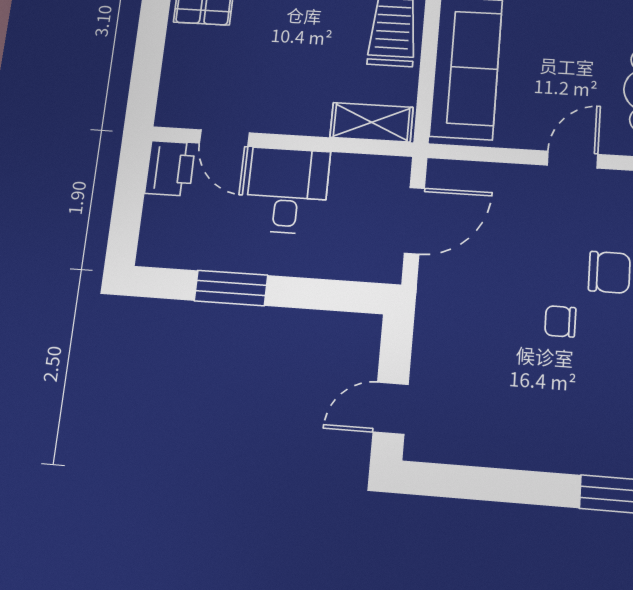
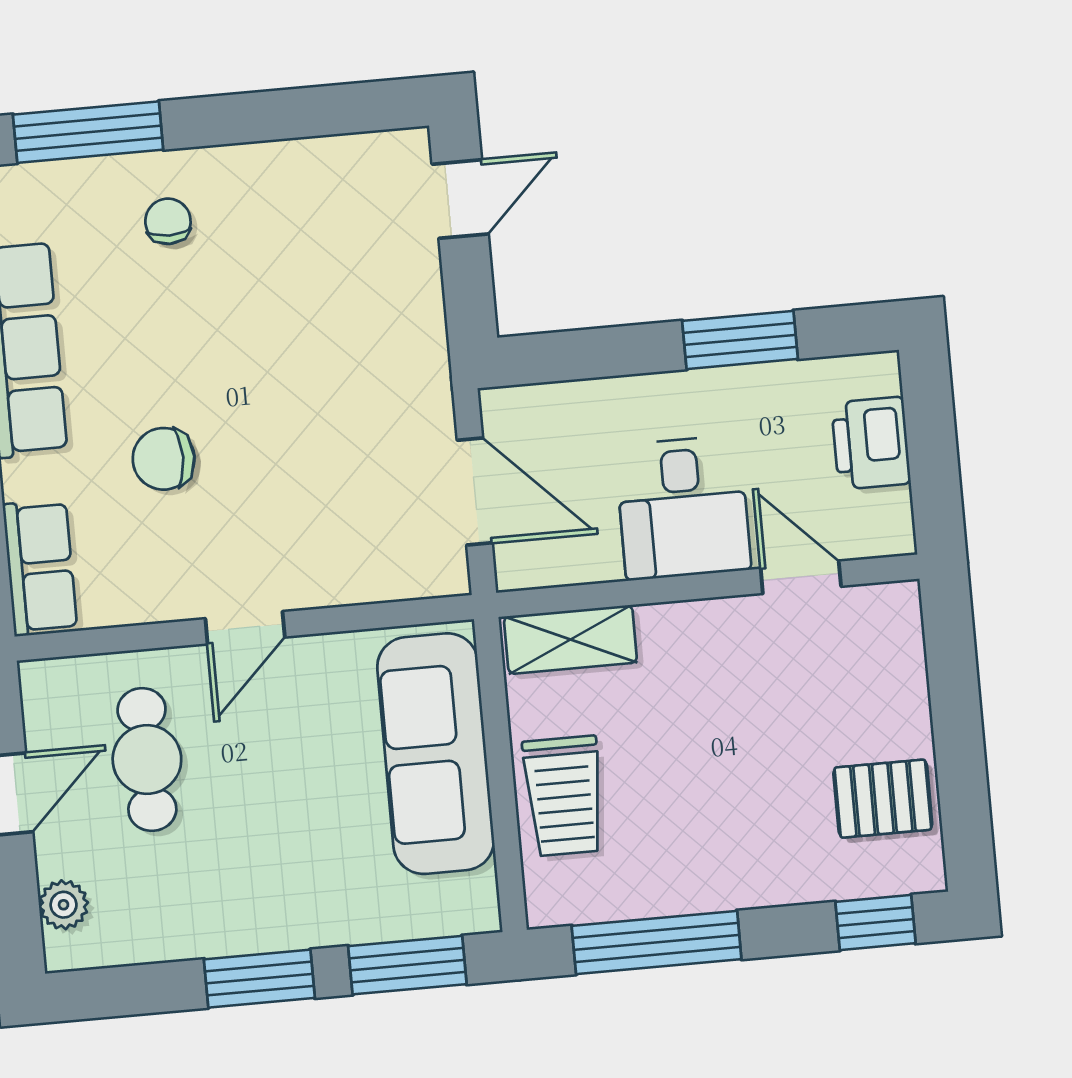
printer: (170, 168) -> (871, 443), moved
door: (414, 221) -> (475, 491), swing flipped
chair: (560, 321) -> (168, 221), moved, turned -90

